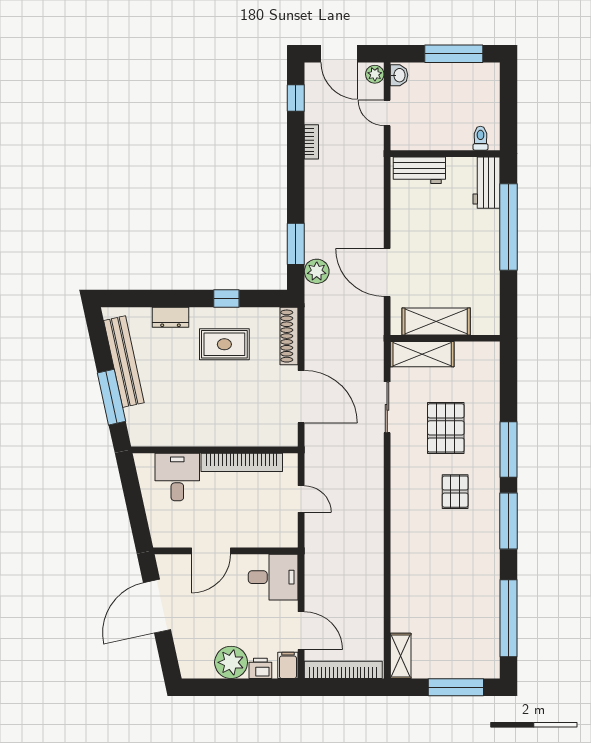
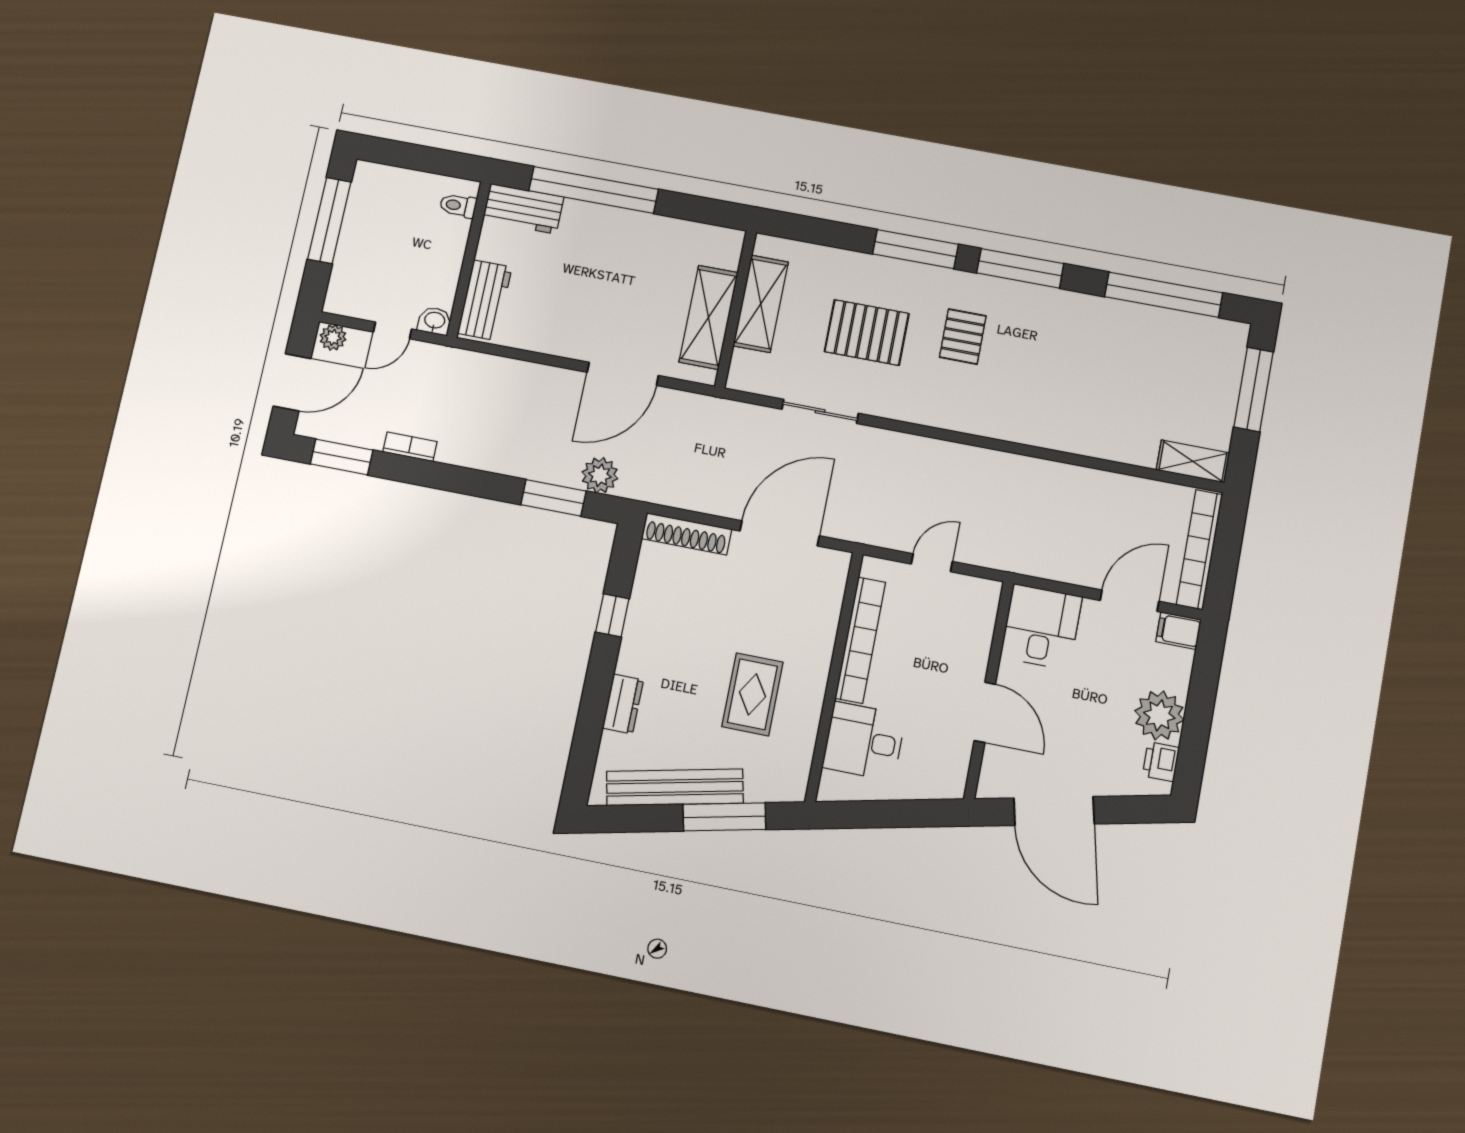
washbasin: (399, 75) -> (435, 321), moved
window: (296, 98) -> (342, 457), width x1.50
rug: (224, 344) -> (752, 694), moved
shelving: (422, 354) -> (761, 304), moved
pallet: (455, 492) -> (963, 336), turned 90
printer: (260, 668) -> (1161, 762), moved

